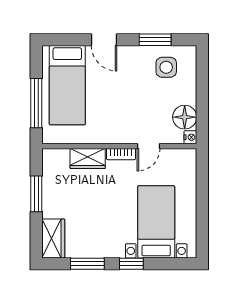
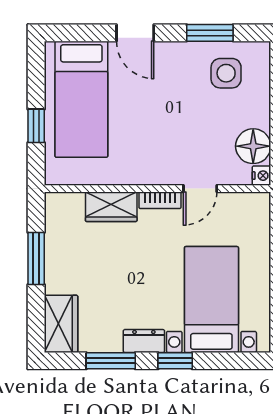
window: (36, 103) -> (36, 126), width x0.46
dresser: (110, 250) -> (144, 341), added

